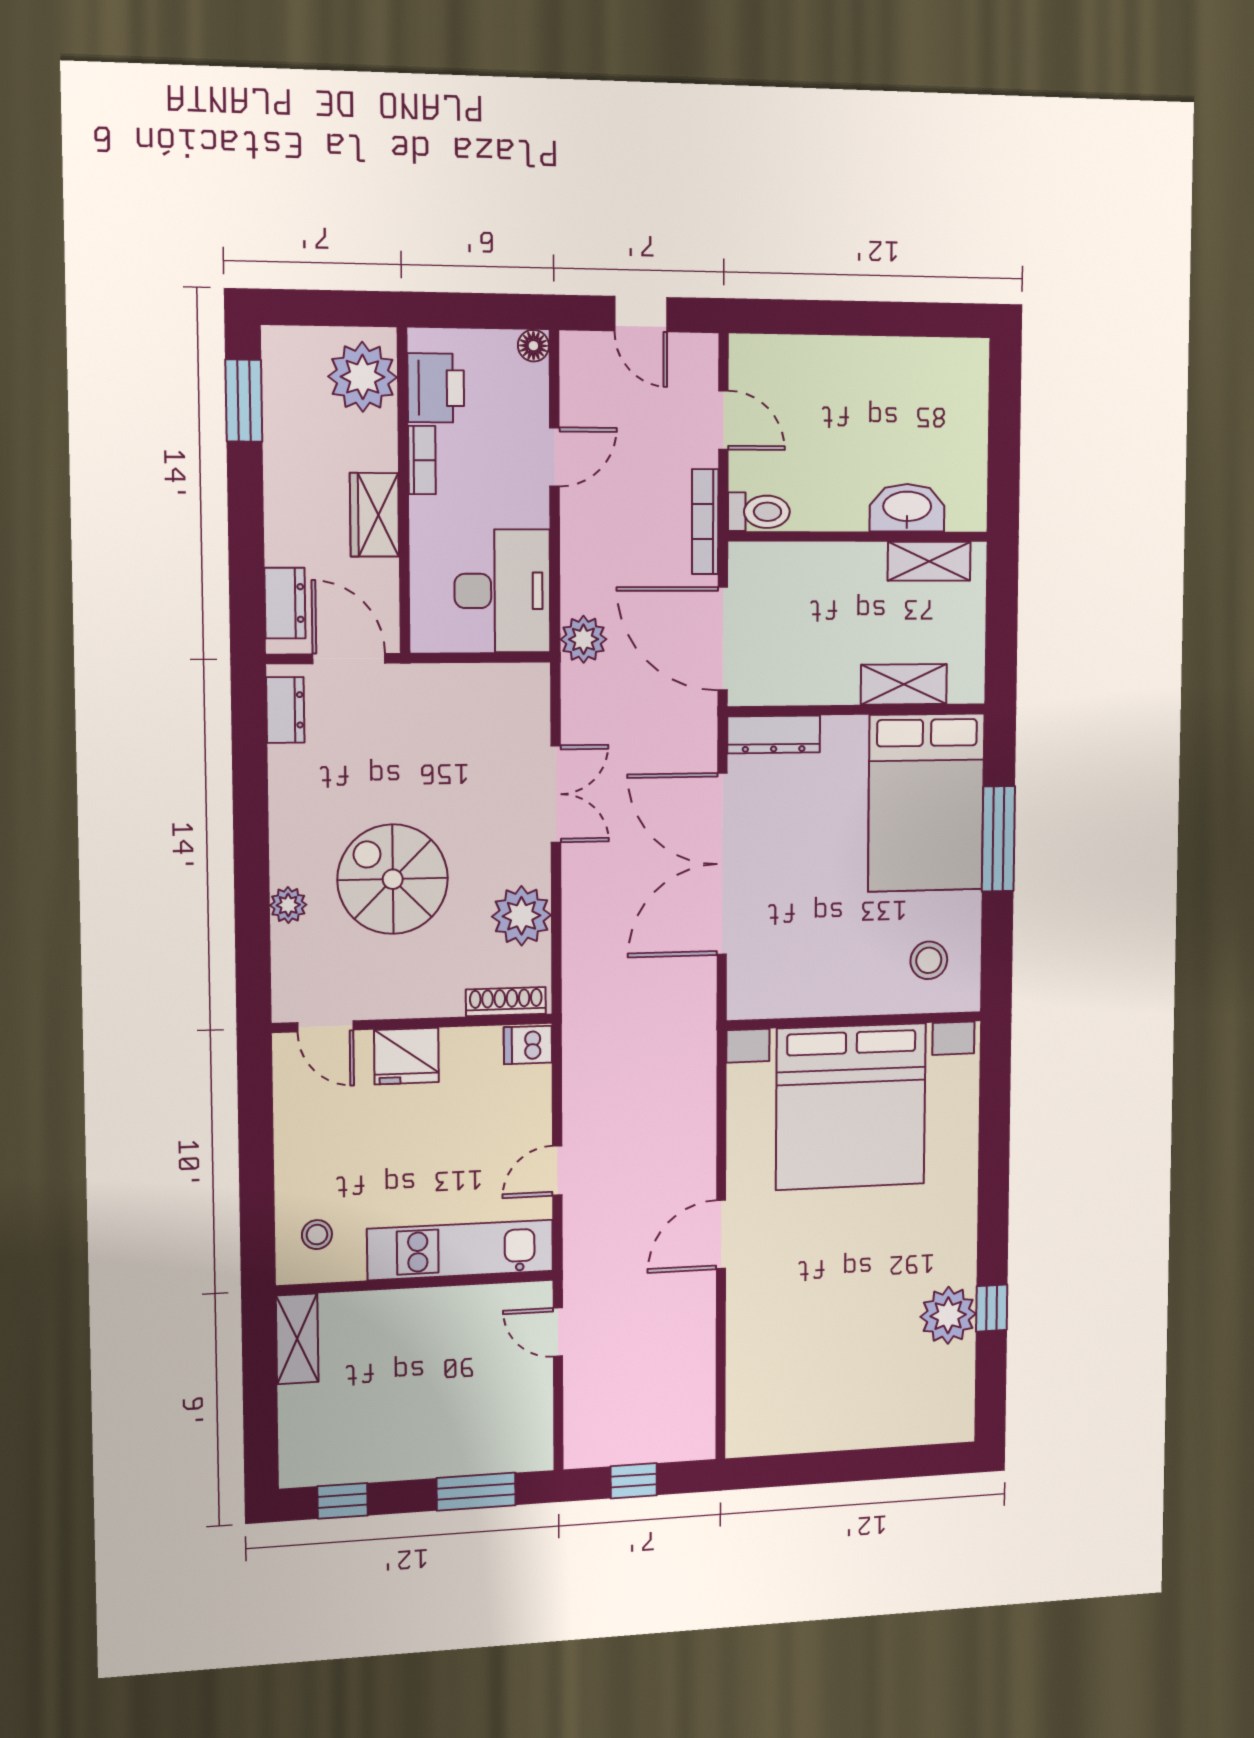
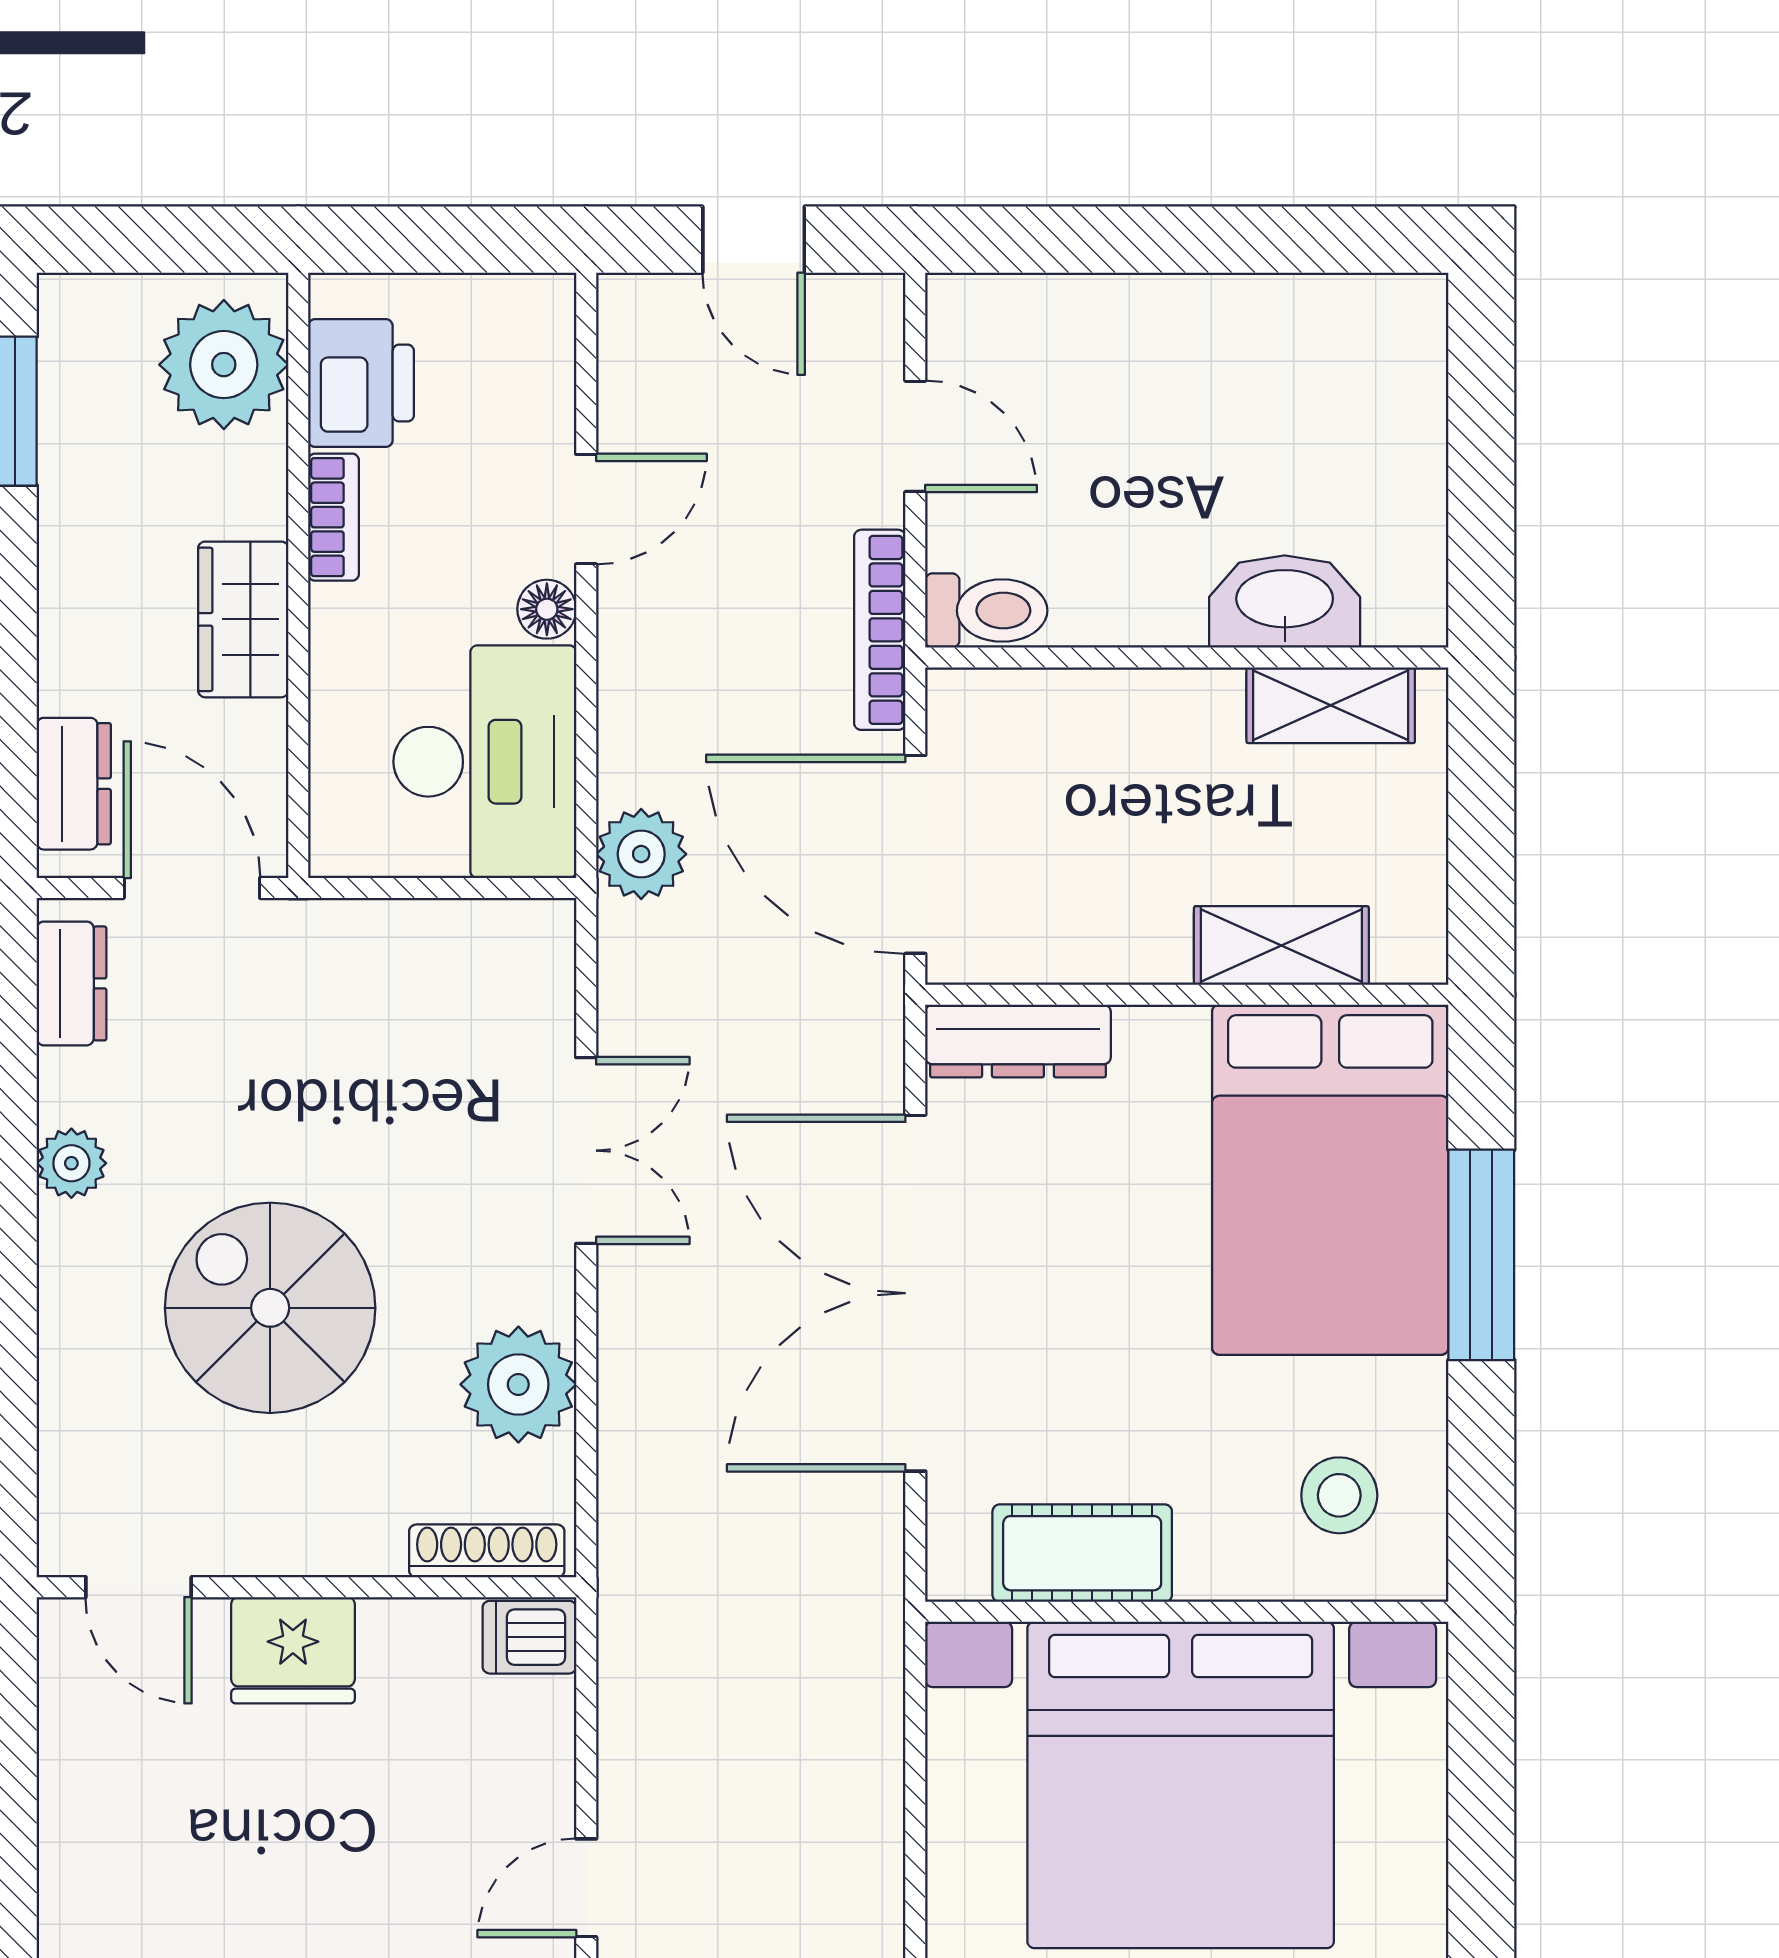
floor lamp: (533, 346) -> (547, 609), moved
plant: (288, 905) -> (71, 1163), moved
cot: (804, 993) -> (1082, 1553), added

